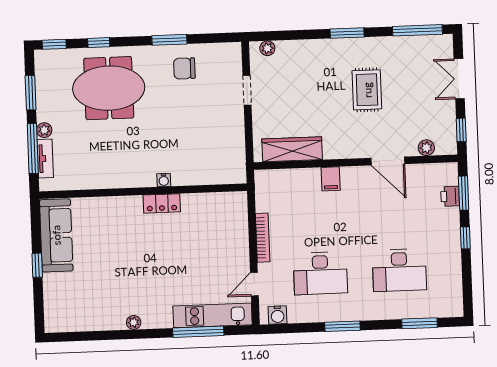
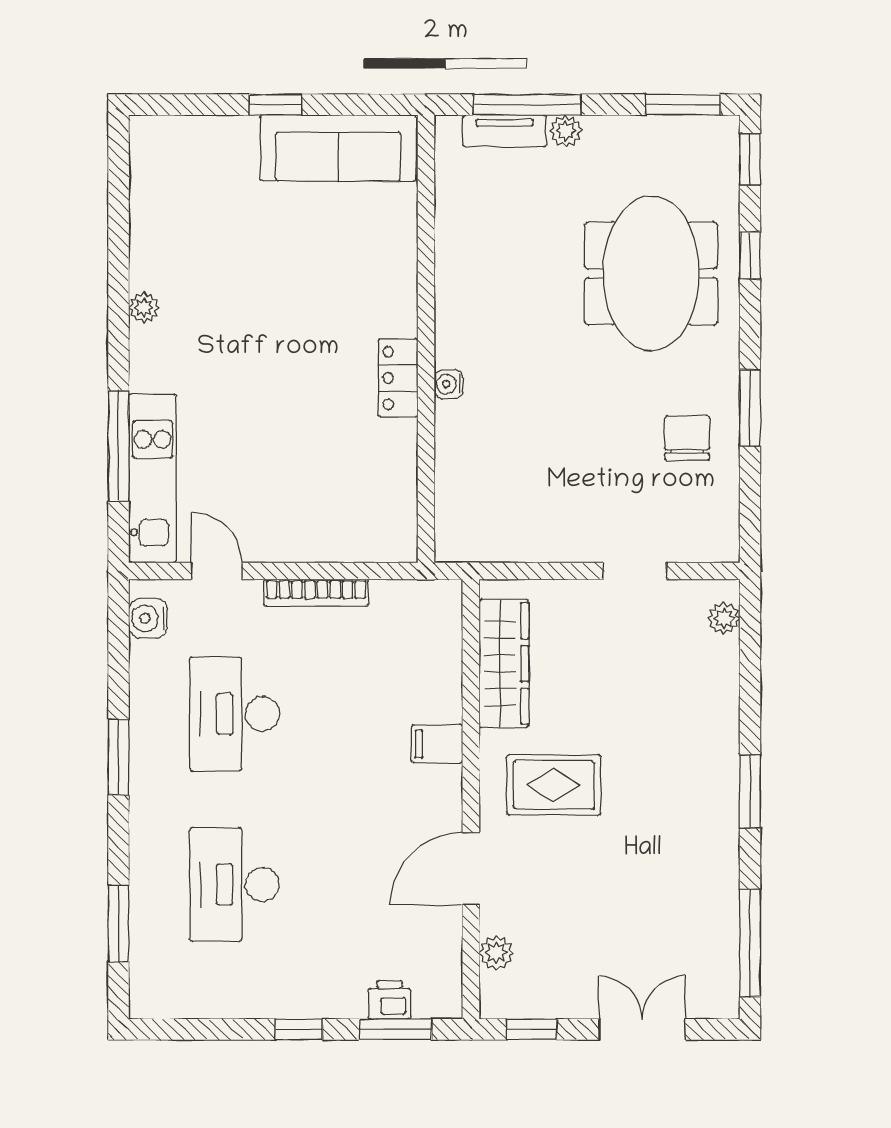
rug: (367, 90) -> (554, 785), moved
window: (31, 93) -> (683, 105), moved

